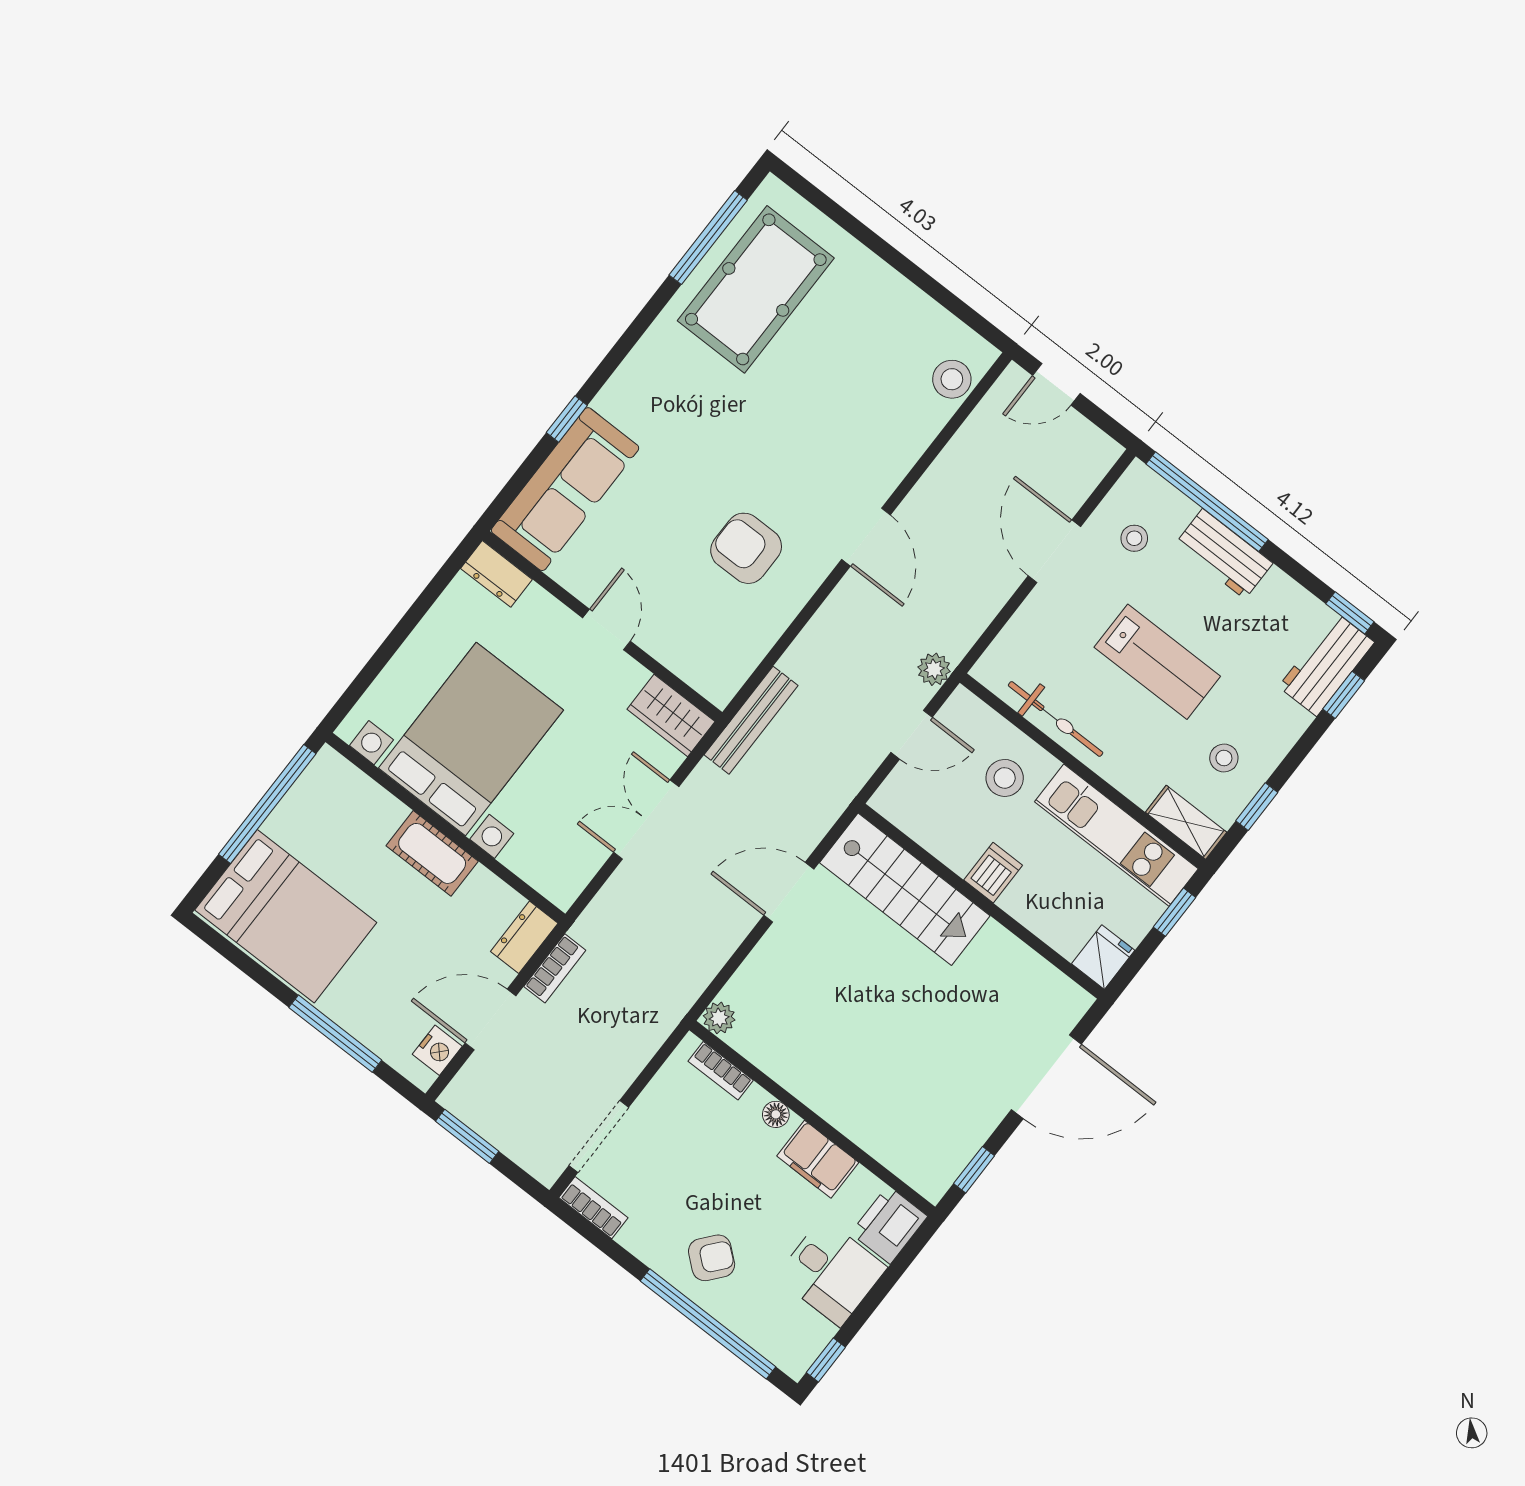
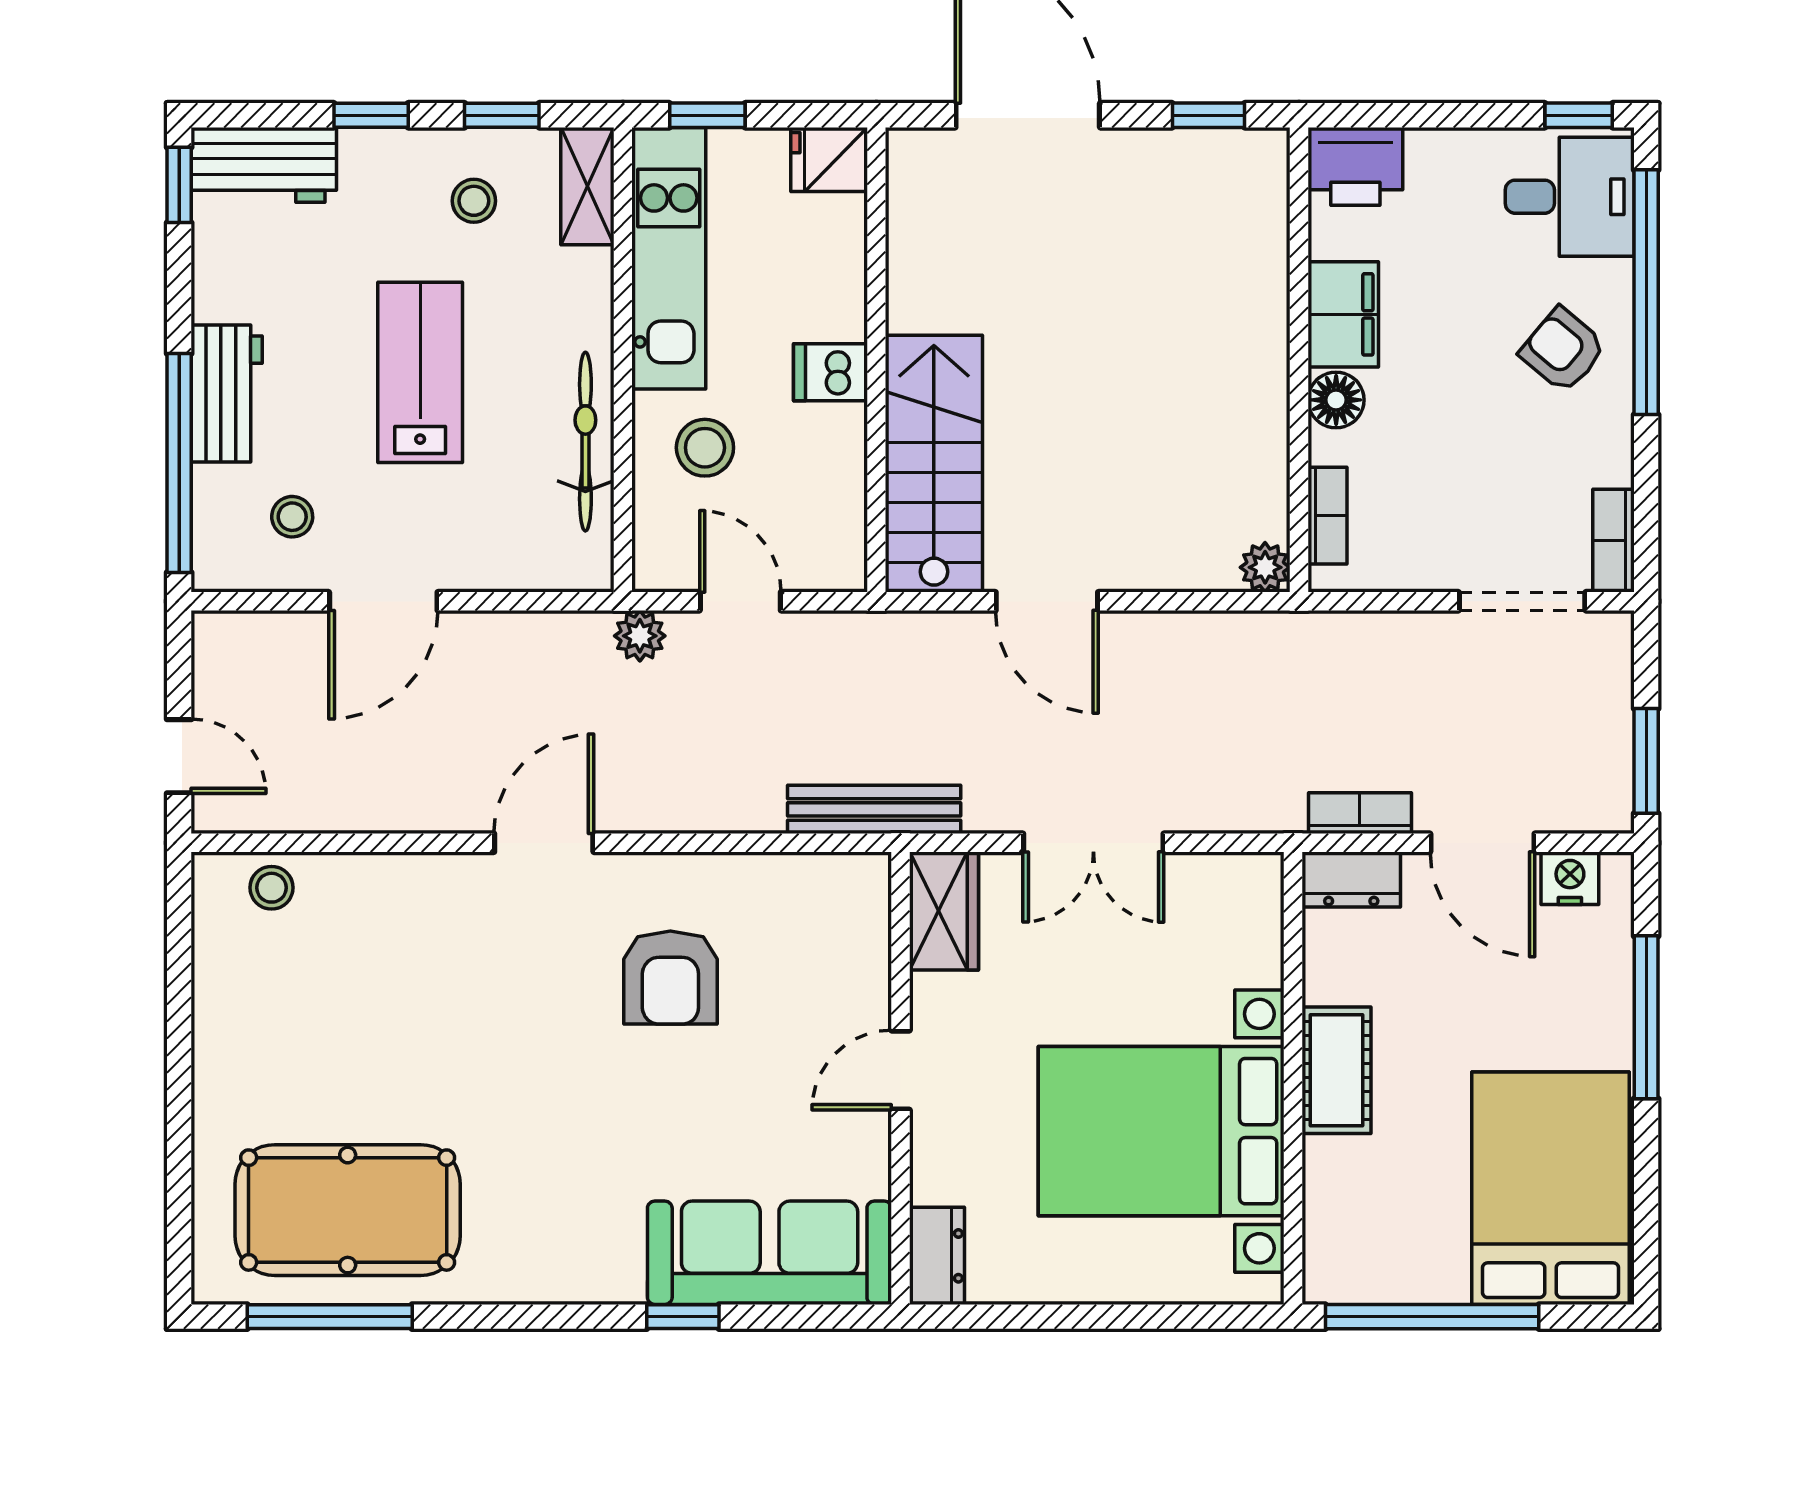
stool: (952, 379) -> (272, 888), width x0.73, depth x0.73
window: (1344, 695) -> (371, 115), moved
floor lamp: (776, 1114) -> (1336, 400), width x1.37, depth x1.37
desk: (831, 1272) -> (1570, 197), moved, turned 90

